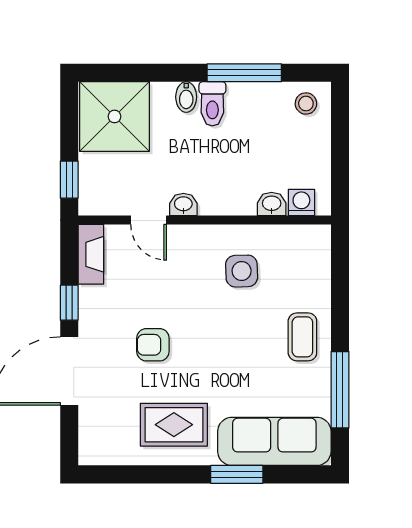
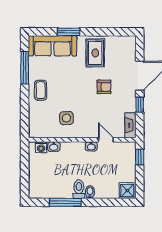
stool: (306, 103) -> (39, 189), removed
shower: (115, 116) -> (127, 191), width x0.54, depth x0.54
rug: (174, 425) -> (95, 53), turned 90

